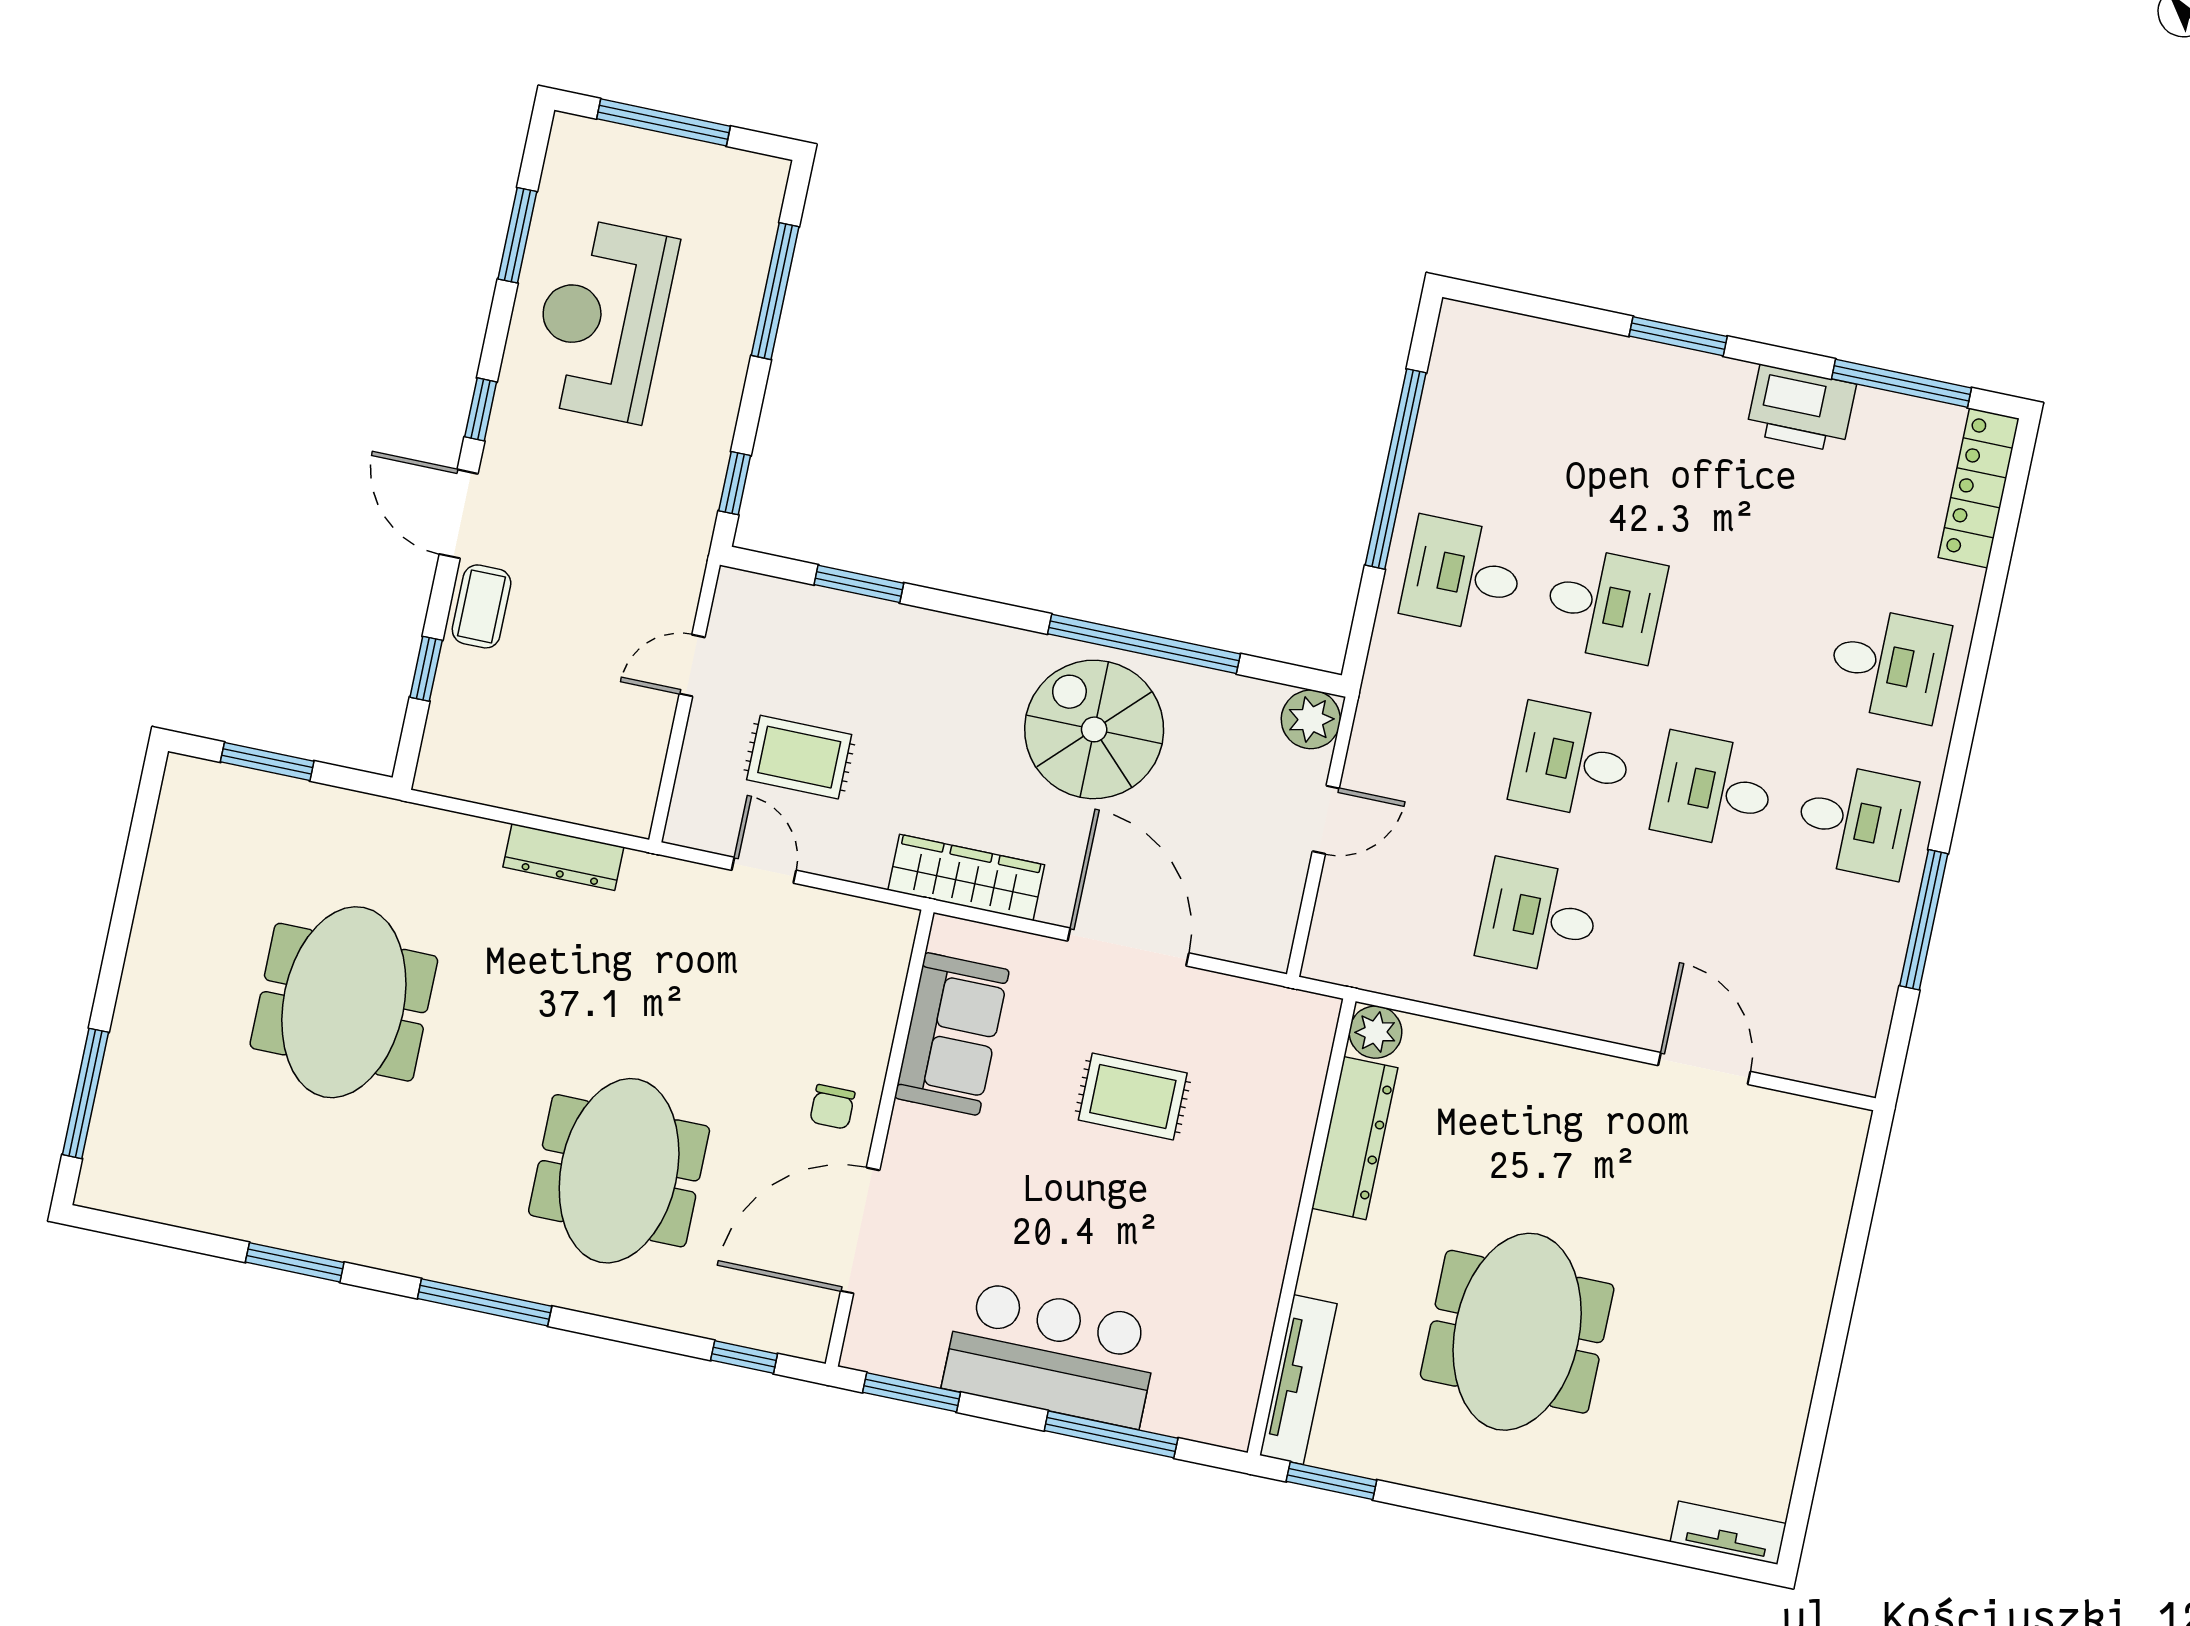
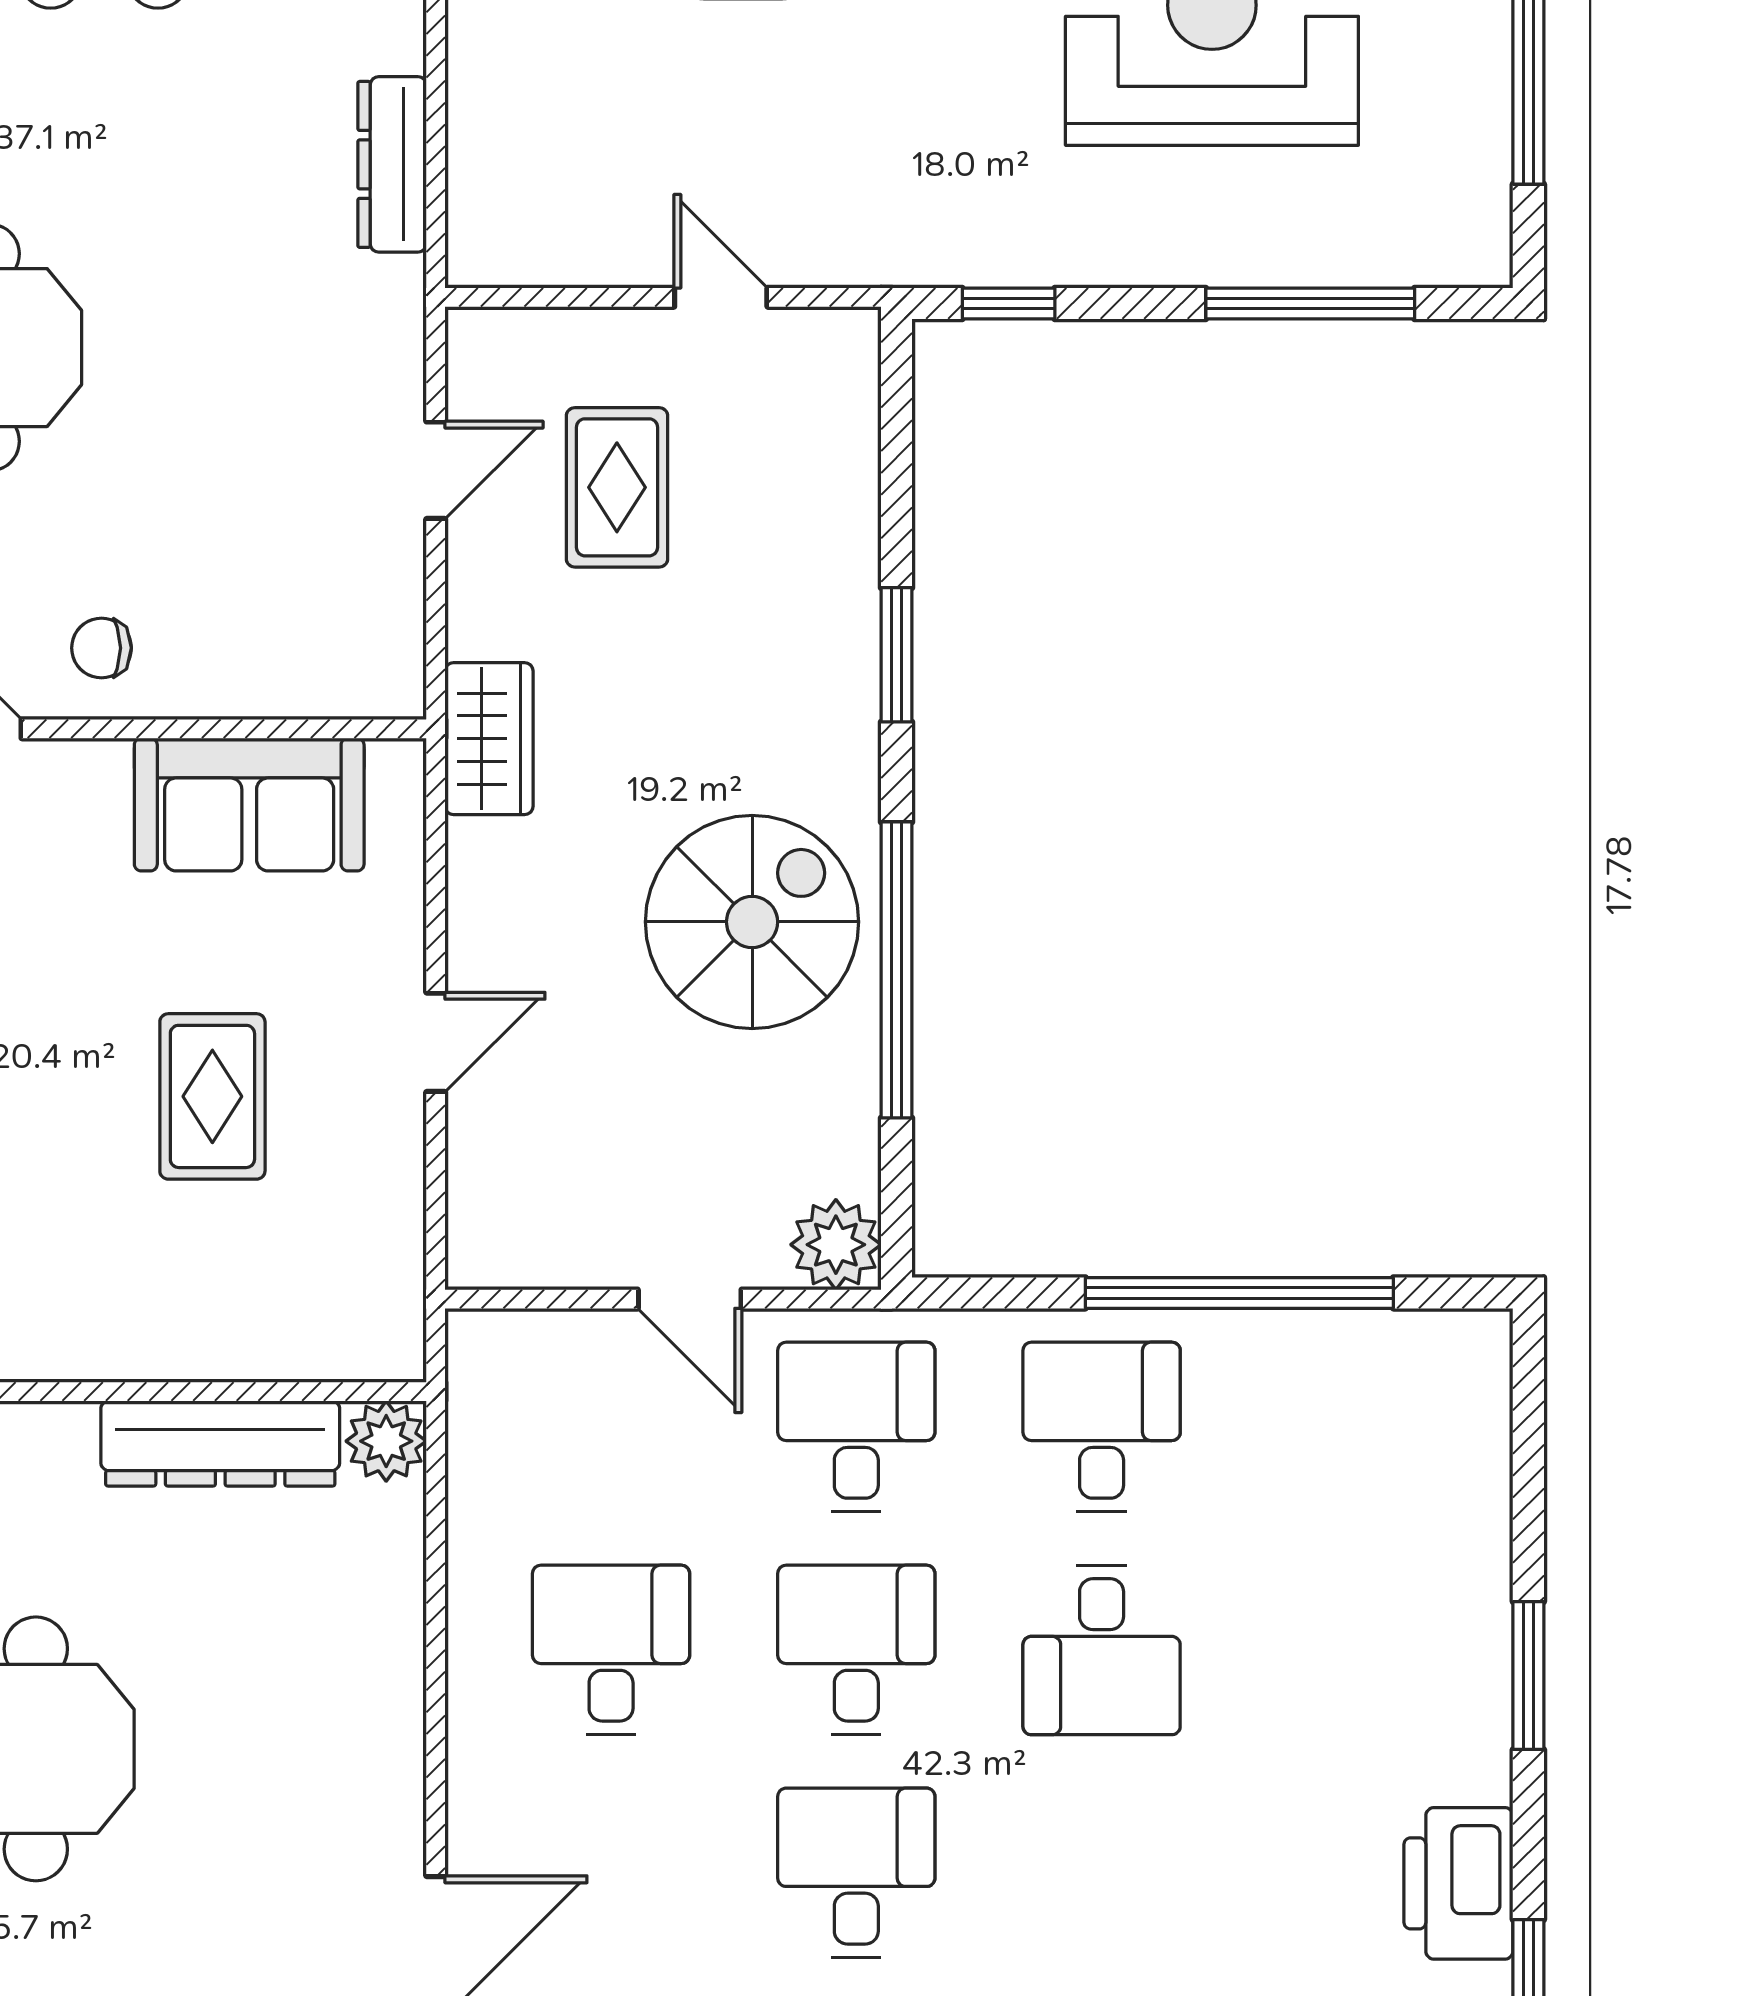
window: (859, 584) -> (896, 655), moved
desk: (1430, 731) -> (856, 1427), added
wardrobe: (966, 877) -> (489, 739), width x0.67
door: (1128, 947) -> (436, 1042), width x0.53

